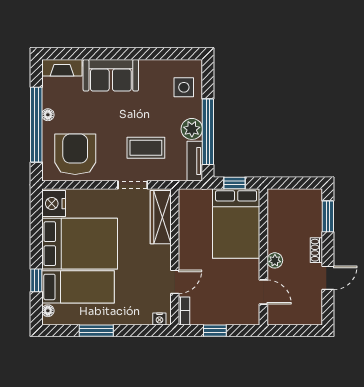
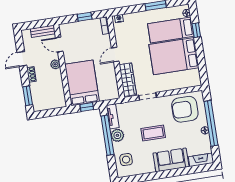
coffee table: (146, 148) -> (153, 133), moved
armchair: (75, 154) -> (185, 109), turned 90
nightstand: (54, 204) -> (193, 78), removed
door: (175, 282) -> (115, 55), moved
bench: (287, 318) -> (43, 31), added

